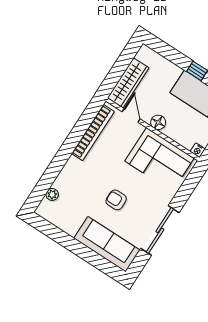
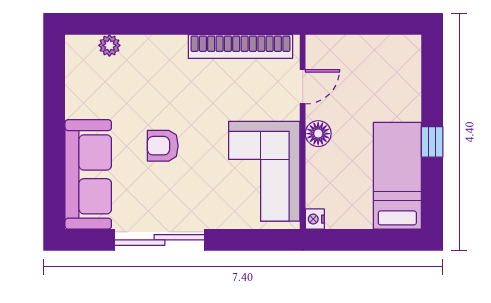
wardrobe: (128, 83) -> (348, 51), removed
armchair: (116, 200) -> (163, 146), turned -90

